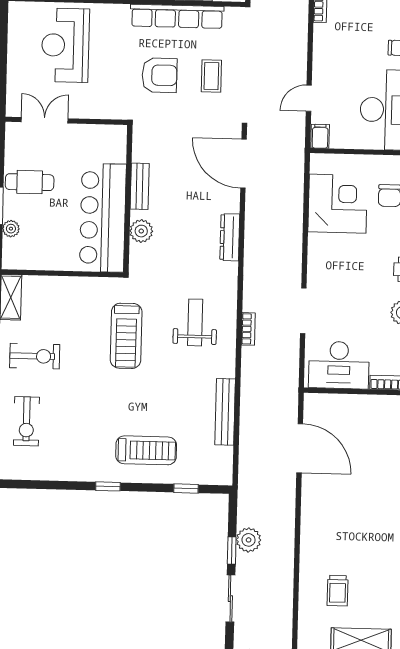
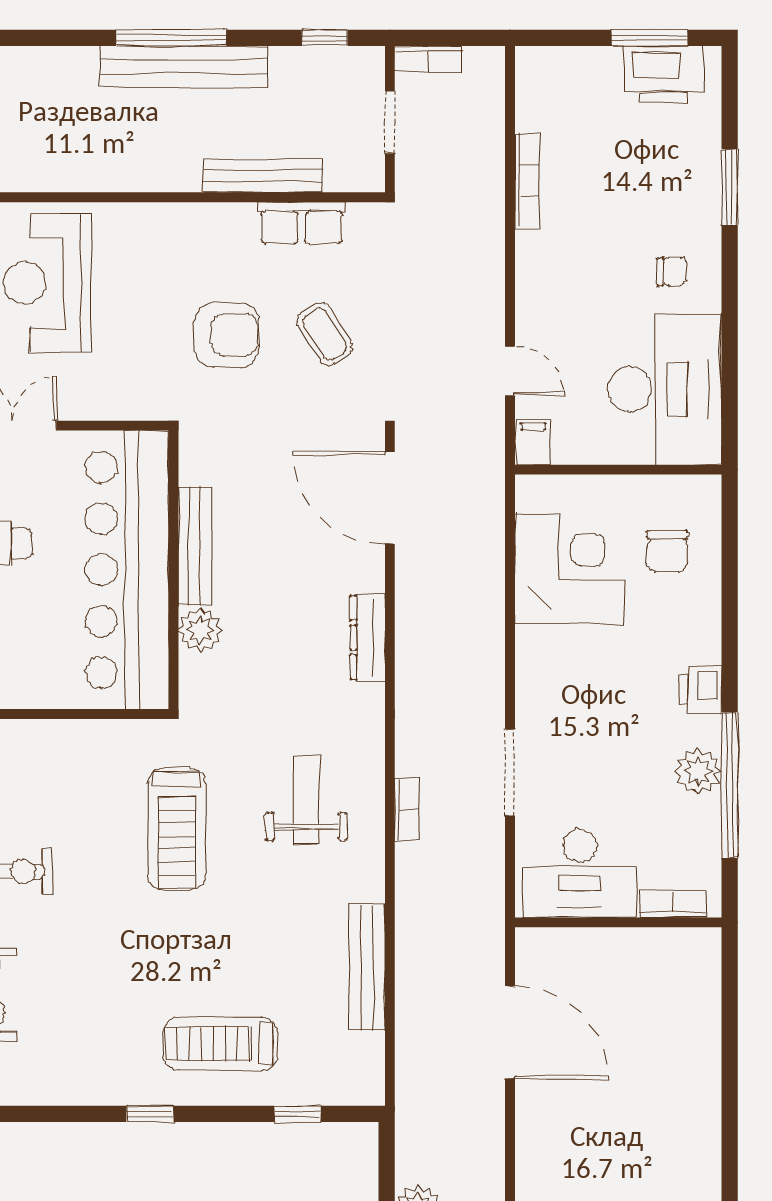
row of seats: (177, 16) -> (302, 223), width x0.50
coffee table: (211, 76) -> (325, 334), turned -32
door: (309, 98) -> (510, 371), swing flipped
bench: (140, 186) -> (195, 546), width x1.36
bar counter: (103, 218) -> (127, 570), width x1.36
treadmill: (146, 450) -> (220, 1044), turned 180

